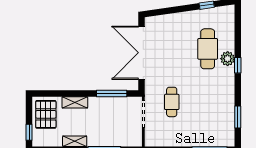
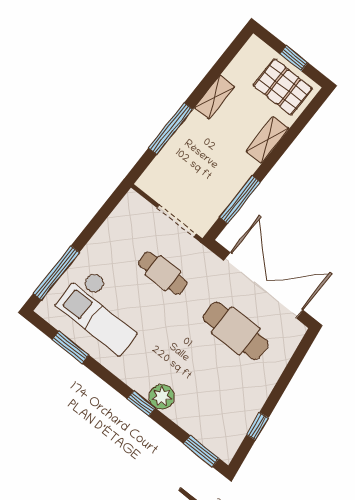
window: (238, 22) -> (201, 451), added
cafe table: (208, 49) -> (236, 331), moved
checkout: (210, 115) -> (103, 311), added
window: (29, 132) -> (294, 58), moved

